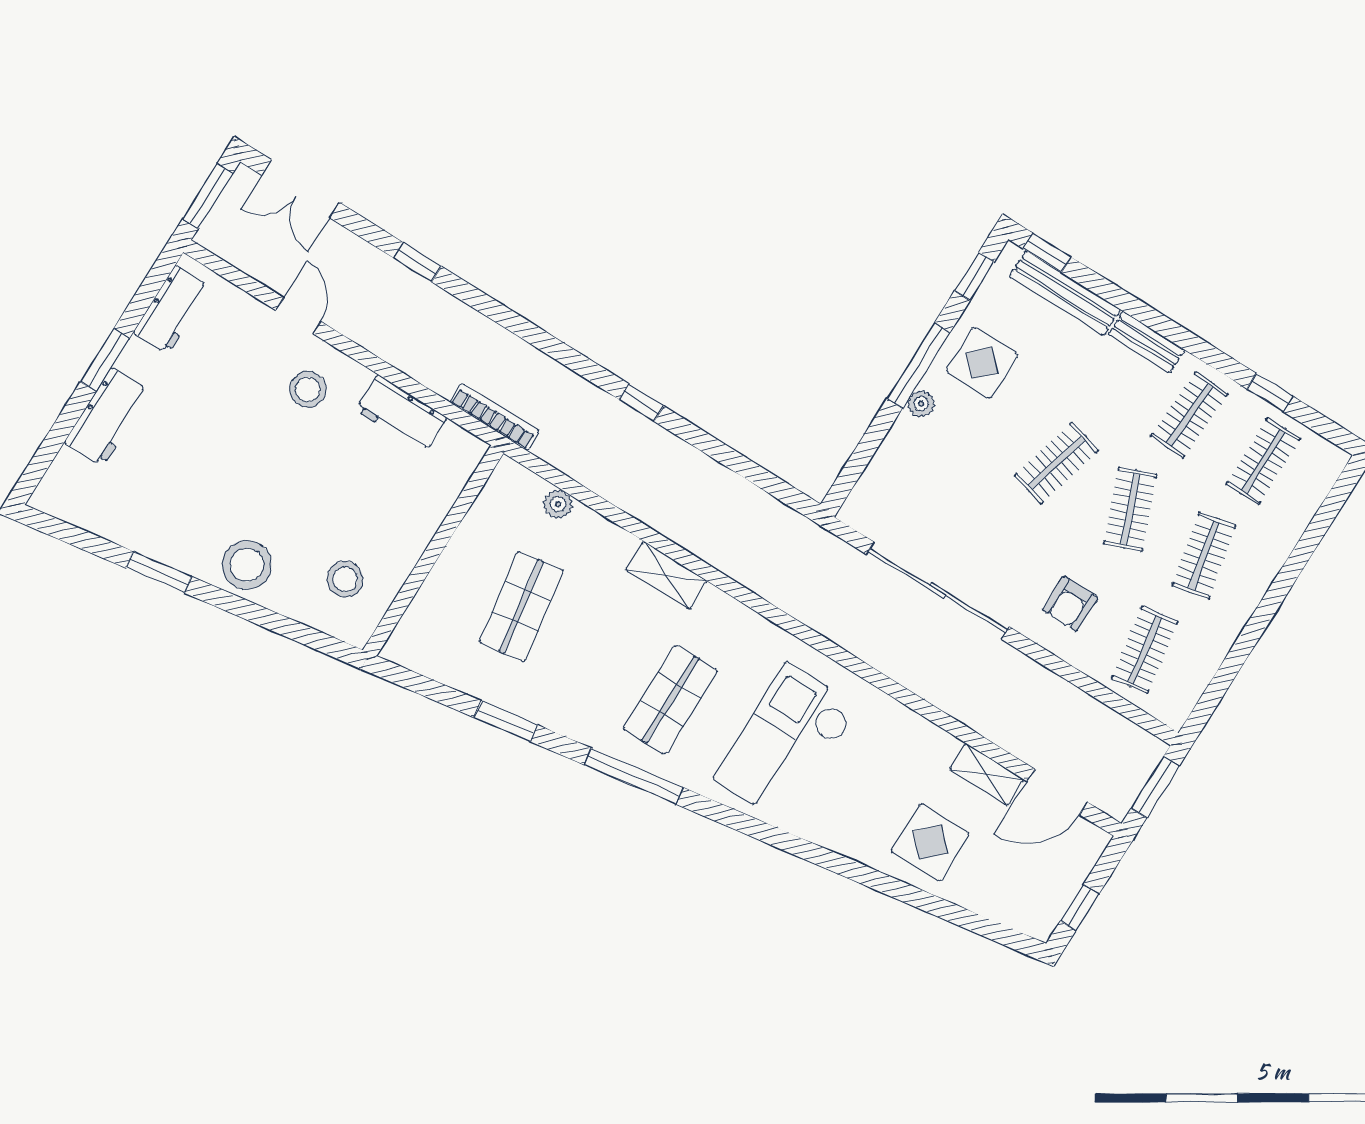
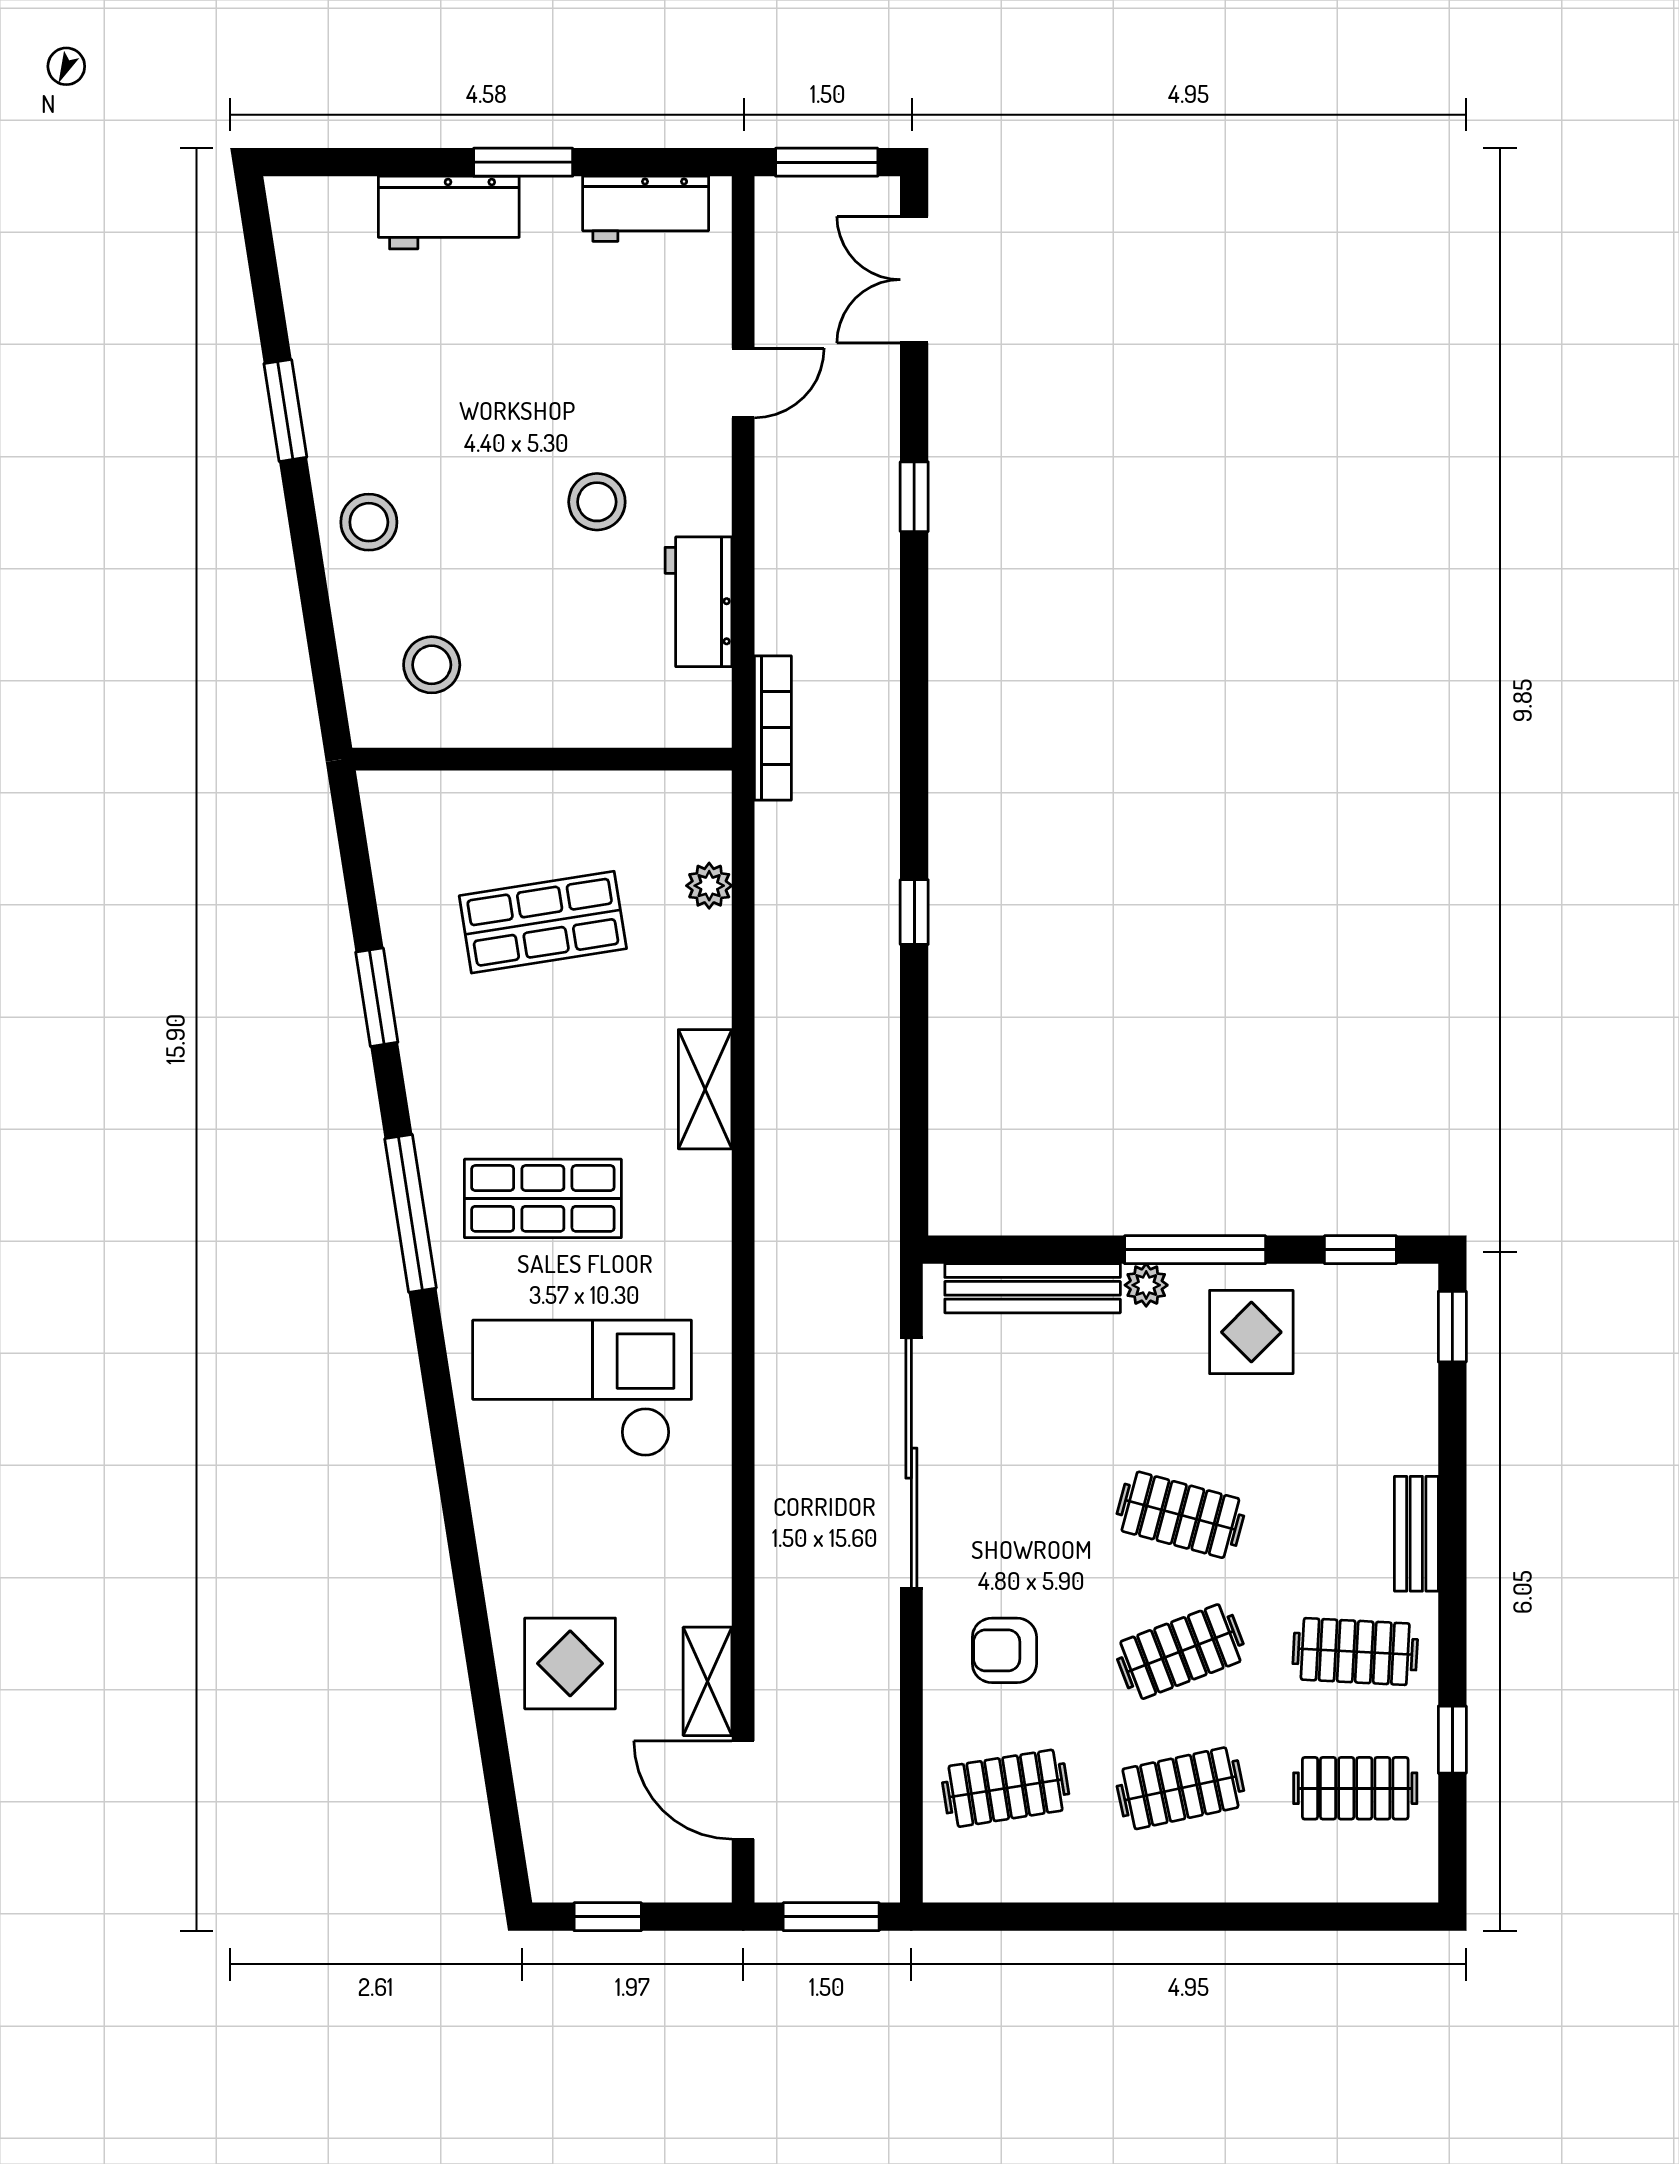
bench: (1065, 293) -> (1033, 1288), moved, turned 90
stool: (308, 389) -> (597, 502), moved
stool: (247, 565) -> (369, 522), width x0.73, depth x0.73

